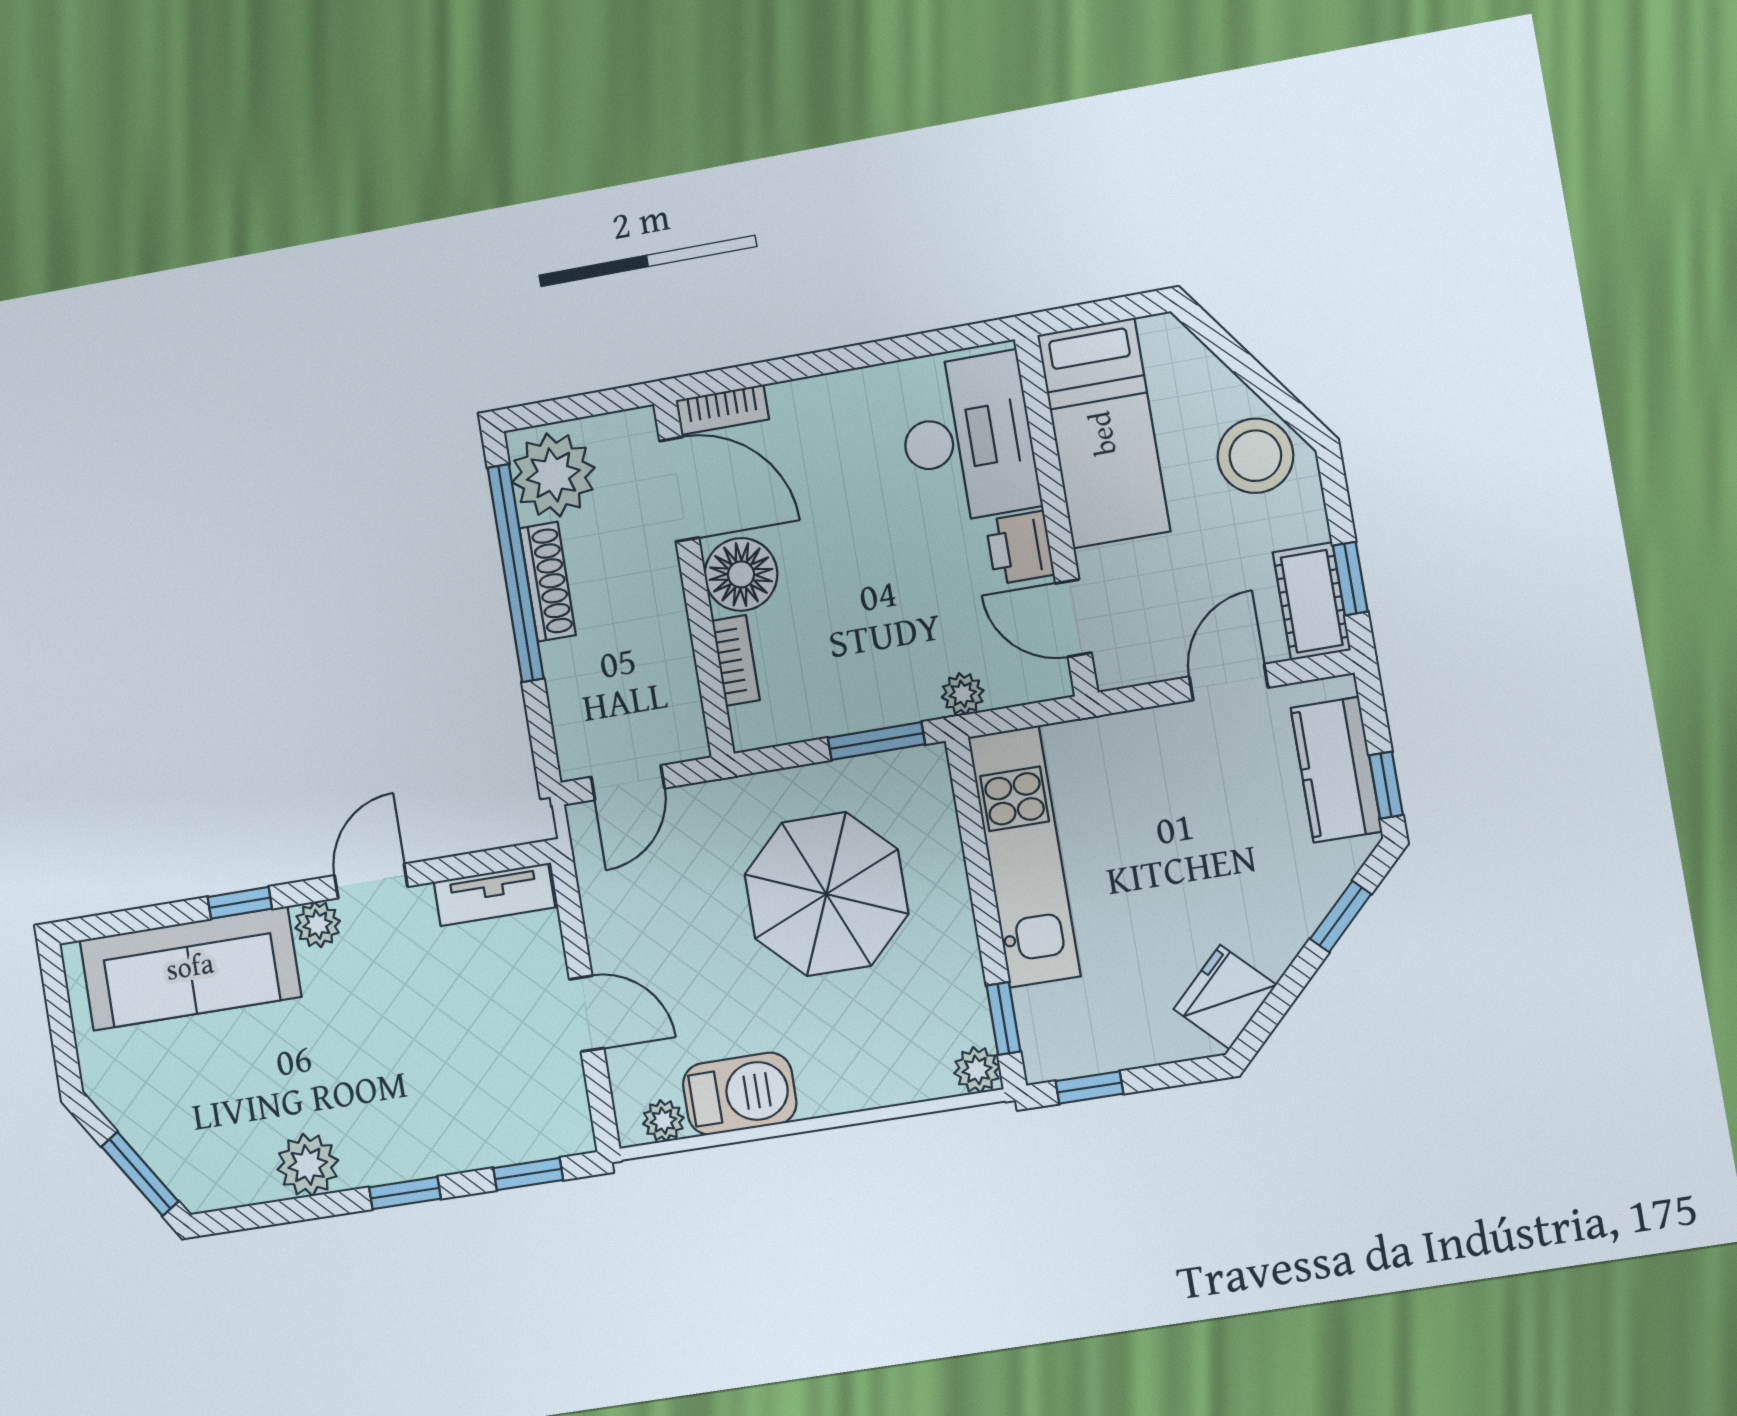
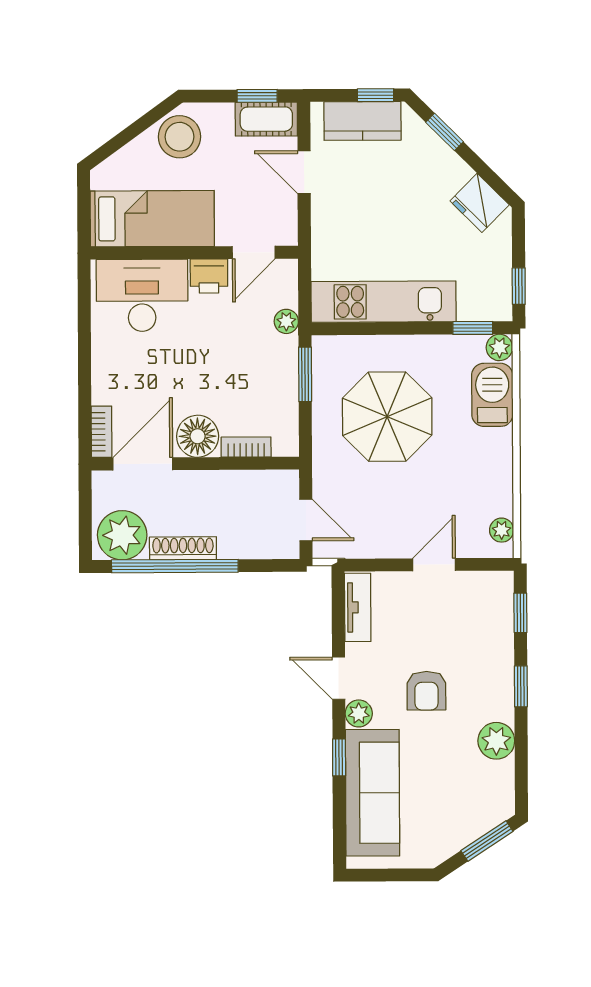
armchair: (373, 1033) -> (426, 691), added
barbecue: (740, 1094) -> (492, 395), moved

